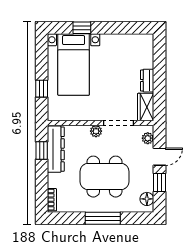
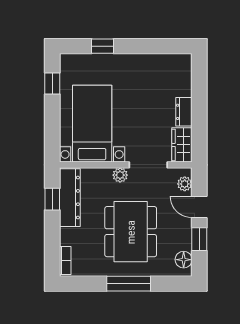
bed with nightstands: (74, 64) -> (92, 124), moved, turned 180
window: (42, 89) -> (52, 84), moved
door: (159, 157) -> (199, 207), swing flipped
dining table: (104, 177) -> (131, 232), turned 90

